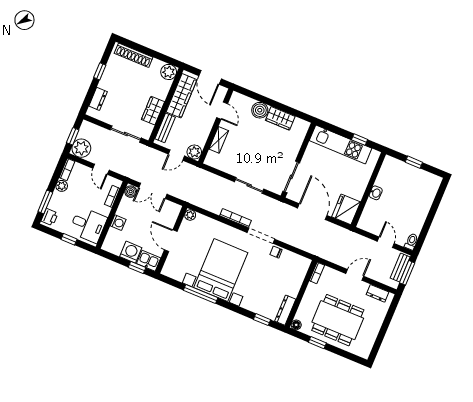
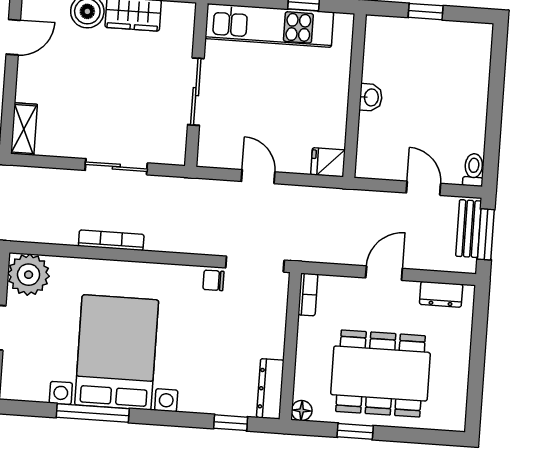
door: (222, 111) -> (13, 37), hinge flipped
shelving: (219, 140) -> (24, 129), moved
sliding door: (291, 177) -> (196, 92), moved
fridge: (346, 209) -> (328, 162), width x0.53, depth x0.75
door: (312, 212) -> (258, 177), width x0.53
plant: (190, 215) -> (29, 275), width x1.88, depth x1.88
doorway: (261, 236) -> (255, 264), moved

